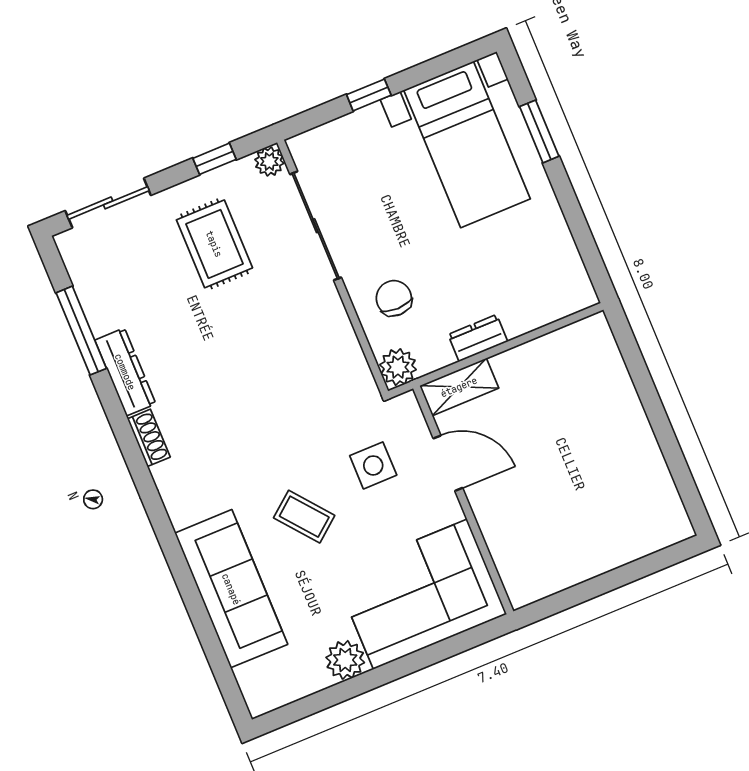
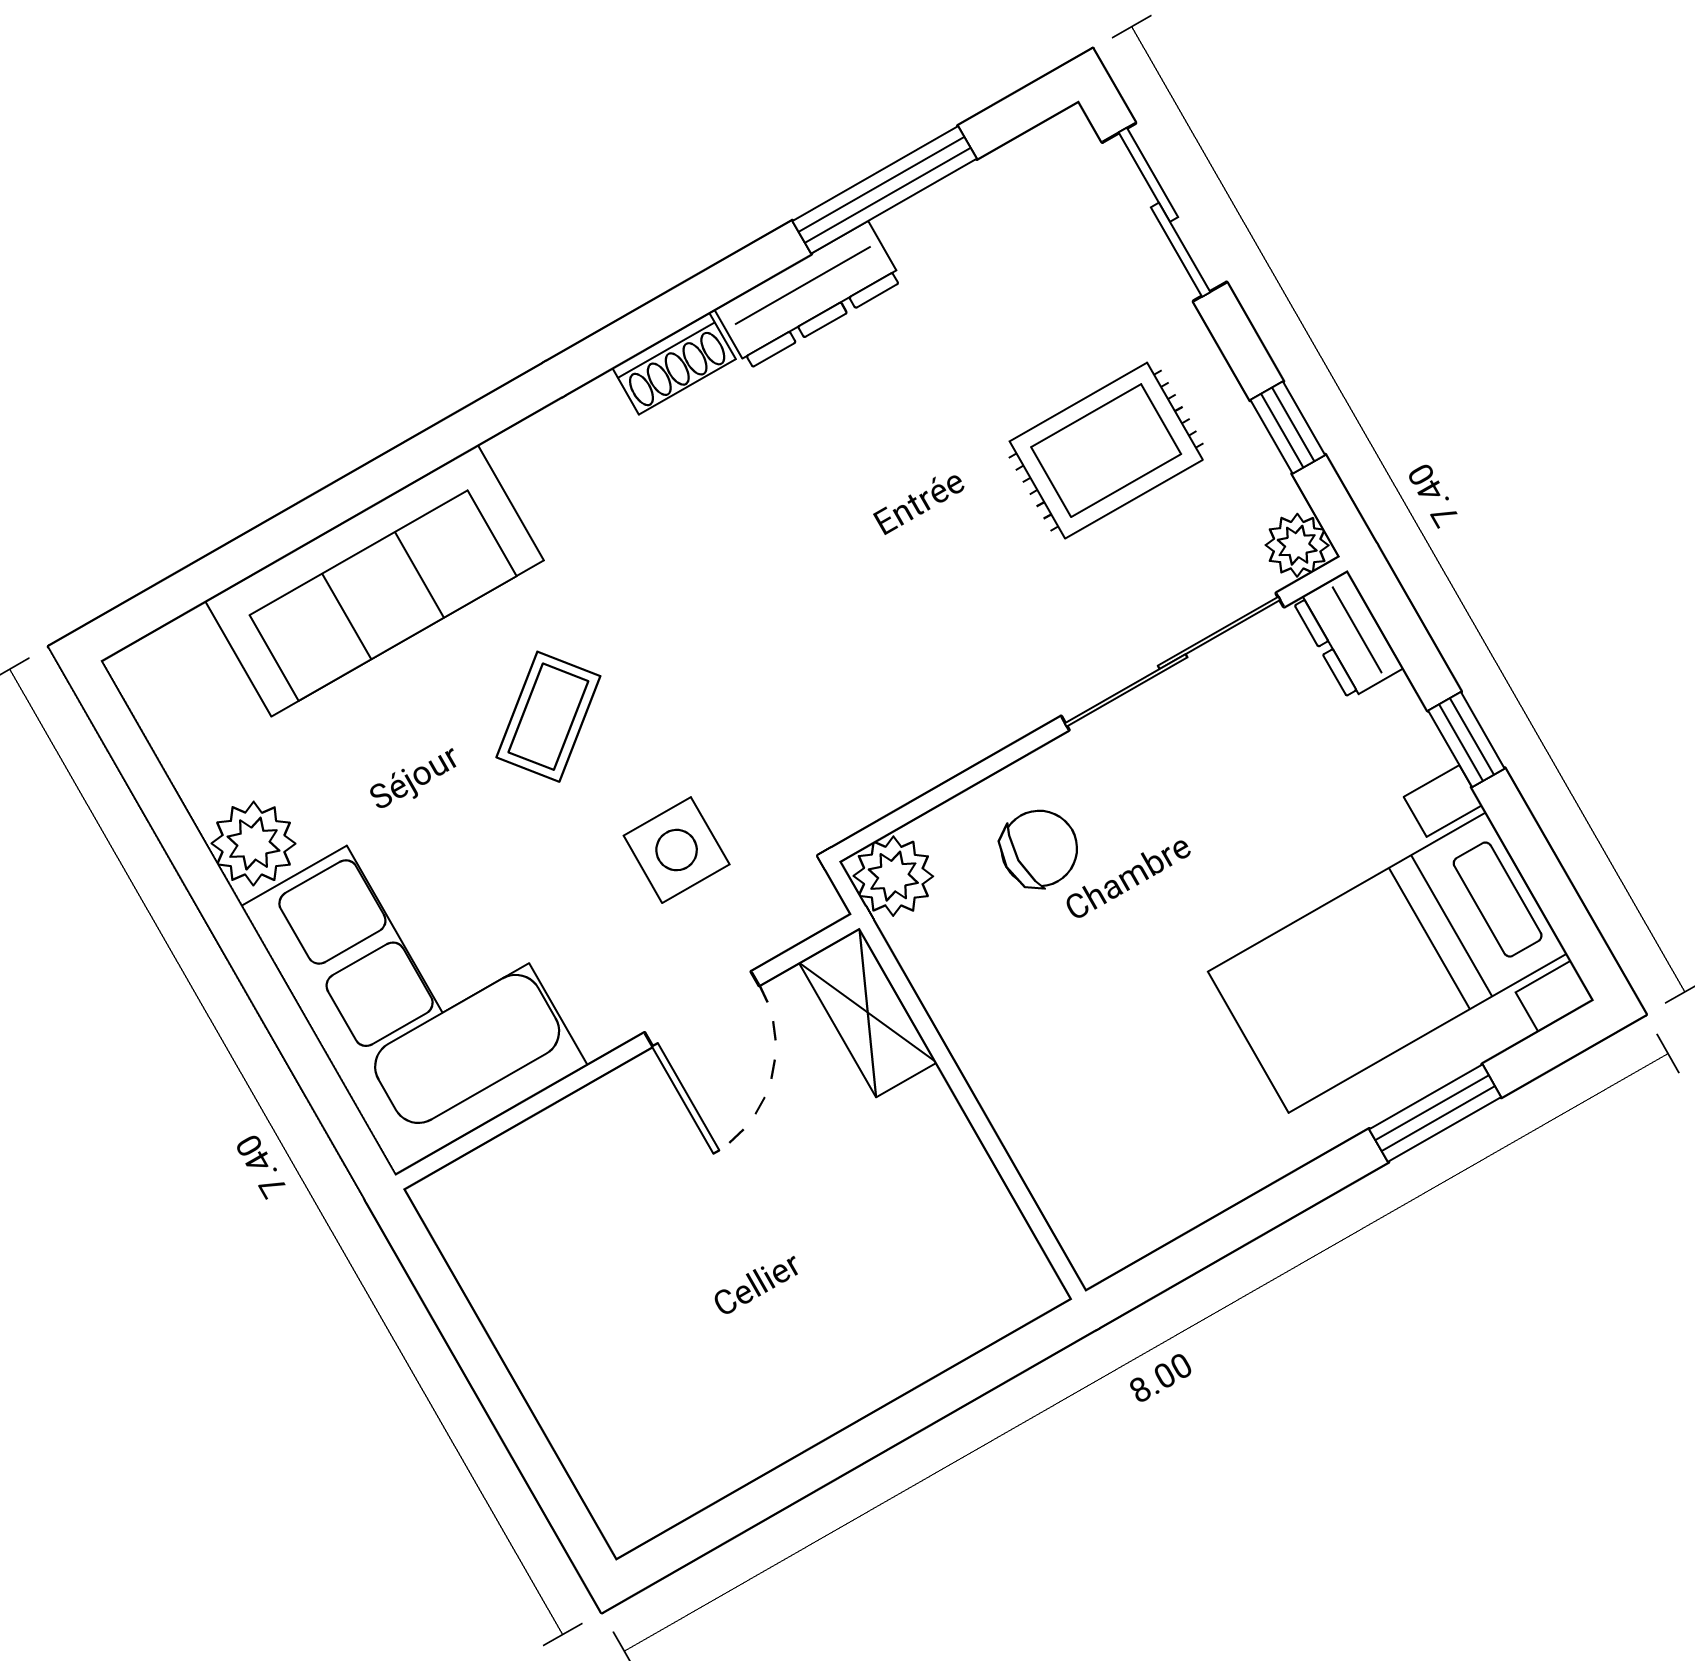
dresser: (478, 338) -> (1348, 635), moved, turned 180

